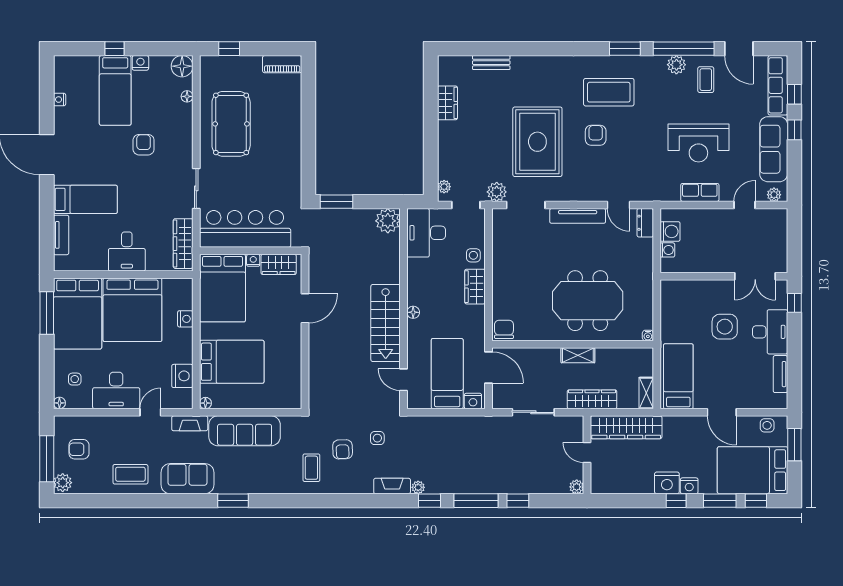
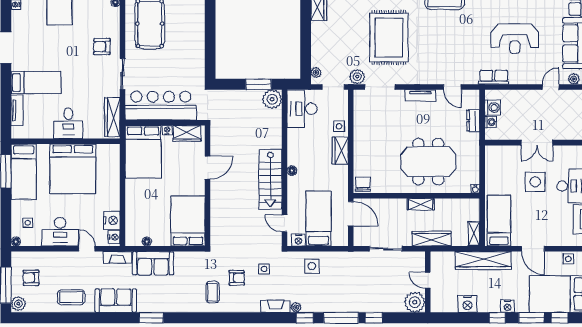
armchair: (596, 135) -> (434, 32), removed
armchair: (144, 145) -> (102, 47), moved, turned -90
row of seats: (700, 192) -> (494, 77), moved
window: (337, 202) -> (258, 84), moved
tv unit: (578, 216) -> (420, 95), width x0.71
dresser: (645, 223) -> (473, 121), moved
double door: (755, 276) -> (537, 143), moved
bed: (78, 314) -> (24, 172), width x0.67
nightstand: (185, 319) -> (114, 237), moved
bed: (232, 362) -> (188, 221), moved, turned -90
nightstand: (473, 401) -> (298, 240), moved
floor lamp: (205, 403) -> (147, 242), moved
door: (150, 412) -> (87, 249), hinge flipped
wardrobe: (626, 427) -> (483, 260), moved
sofa: (245, 431) -> (153, 263), width x0.73
side table: (439, 435) -> (312, 266), added
armchair: (343, 449) -> (237, 278), turned -88
nightstand: (667, 483) -> (467, 304), moved
plant: (577, 487) -> (415, 302), width x1.88, depth x1.88

